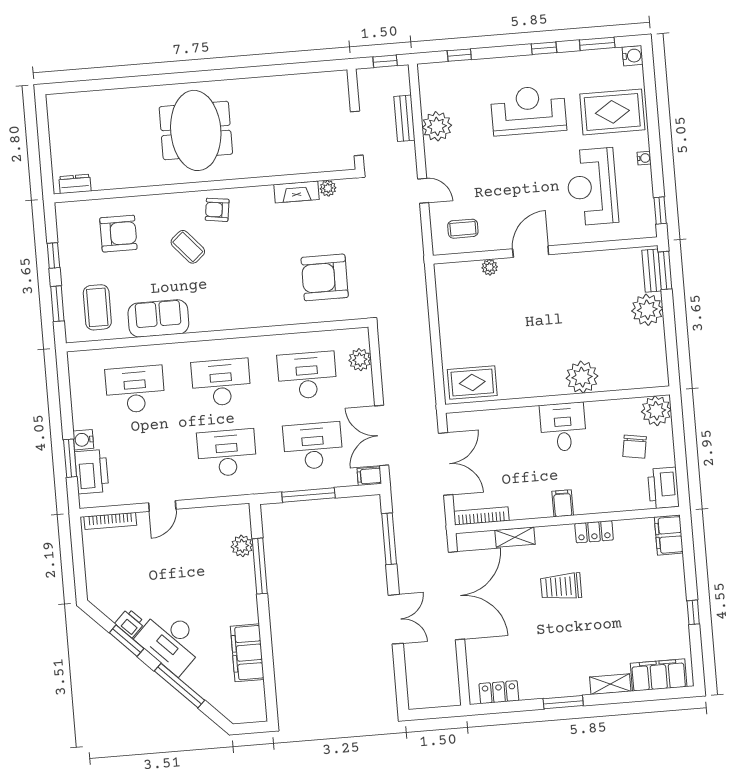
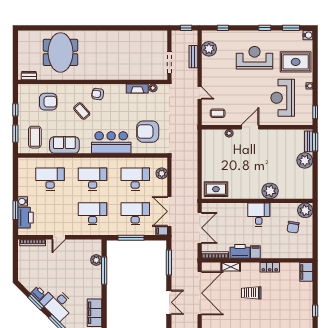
plant: (437, 126) -> (209, 49), moved
meeting table: (196, 130) -> (60, 52), moved
bar counter: (253, 306) -> (111, 143), added
printer: (663, 488) -> (240, 251), moved, turned 90

